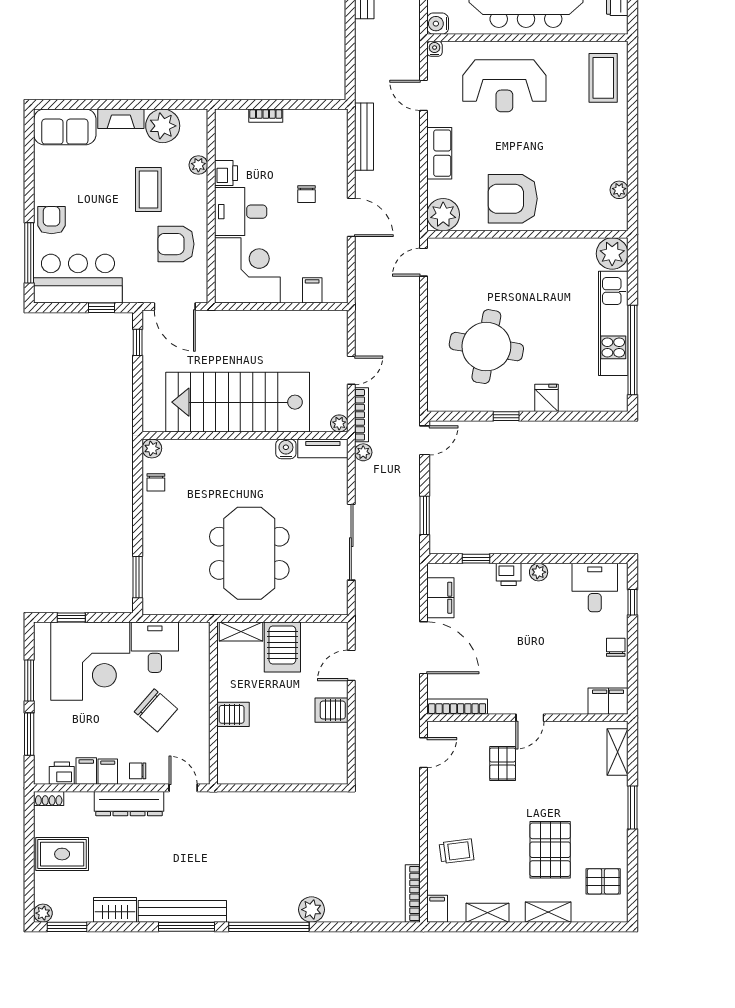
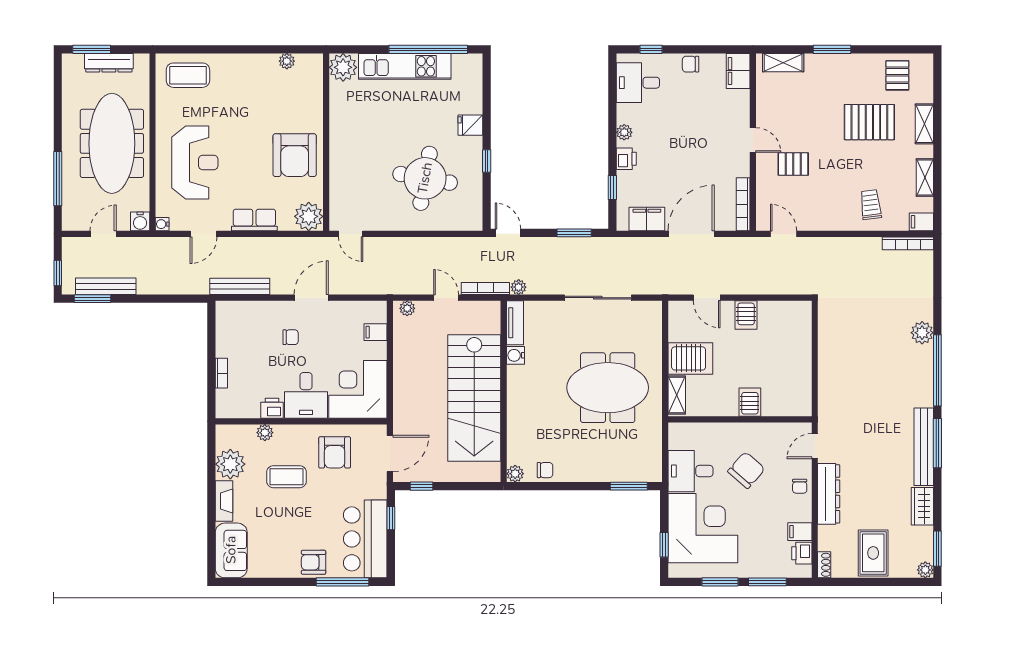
plant: (339, 423) -> (407, 308), moved
filing cabinet: (108, 772) -> (800, 513), removed

